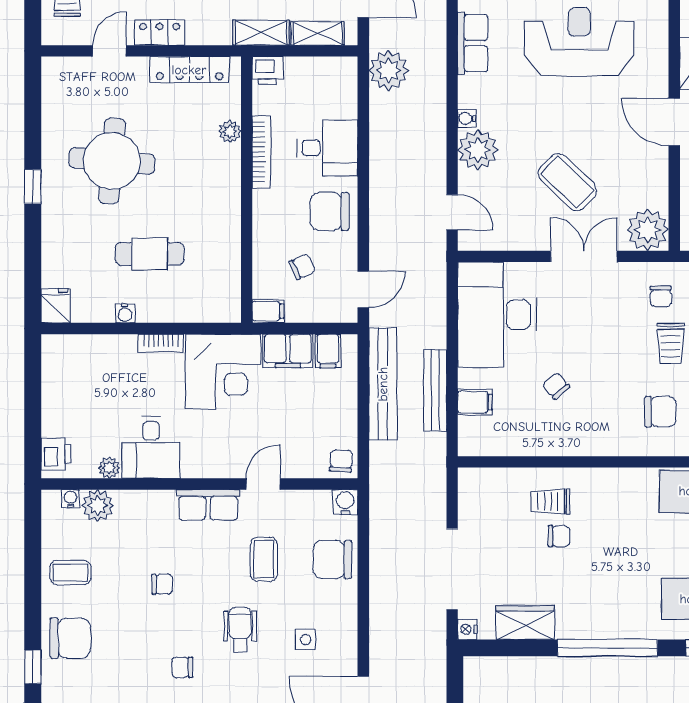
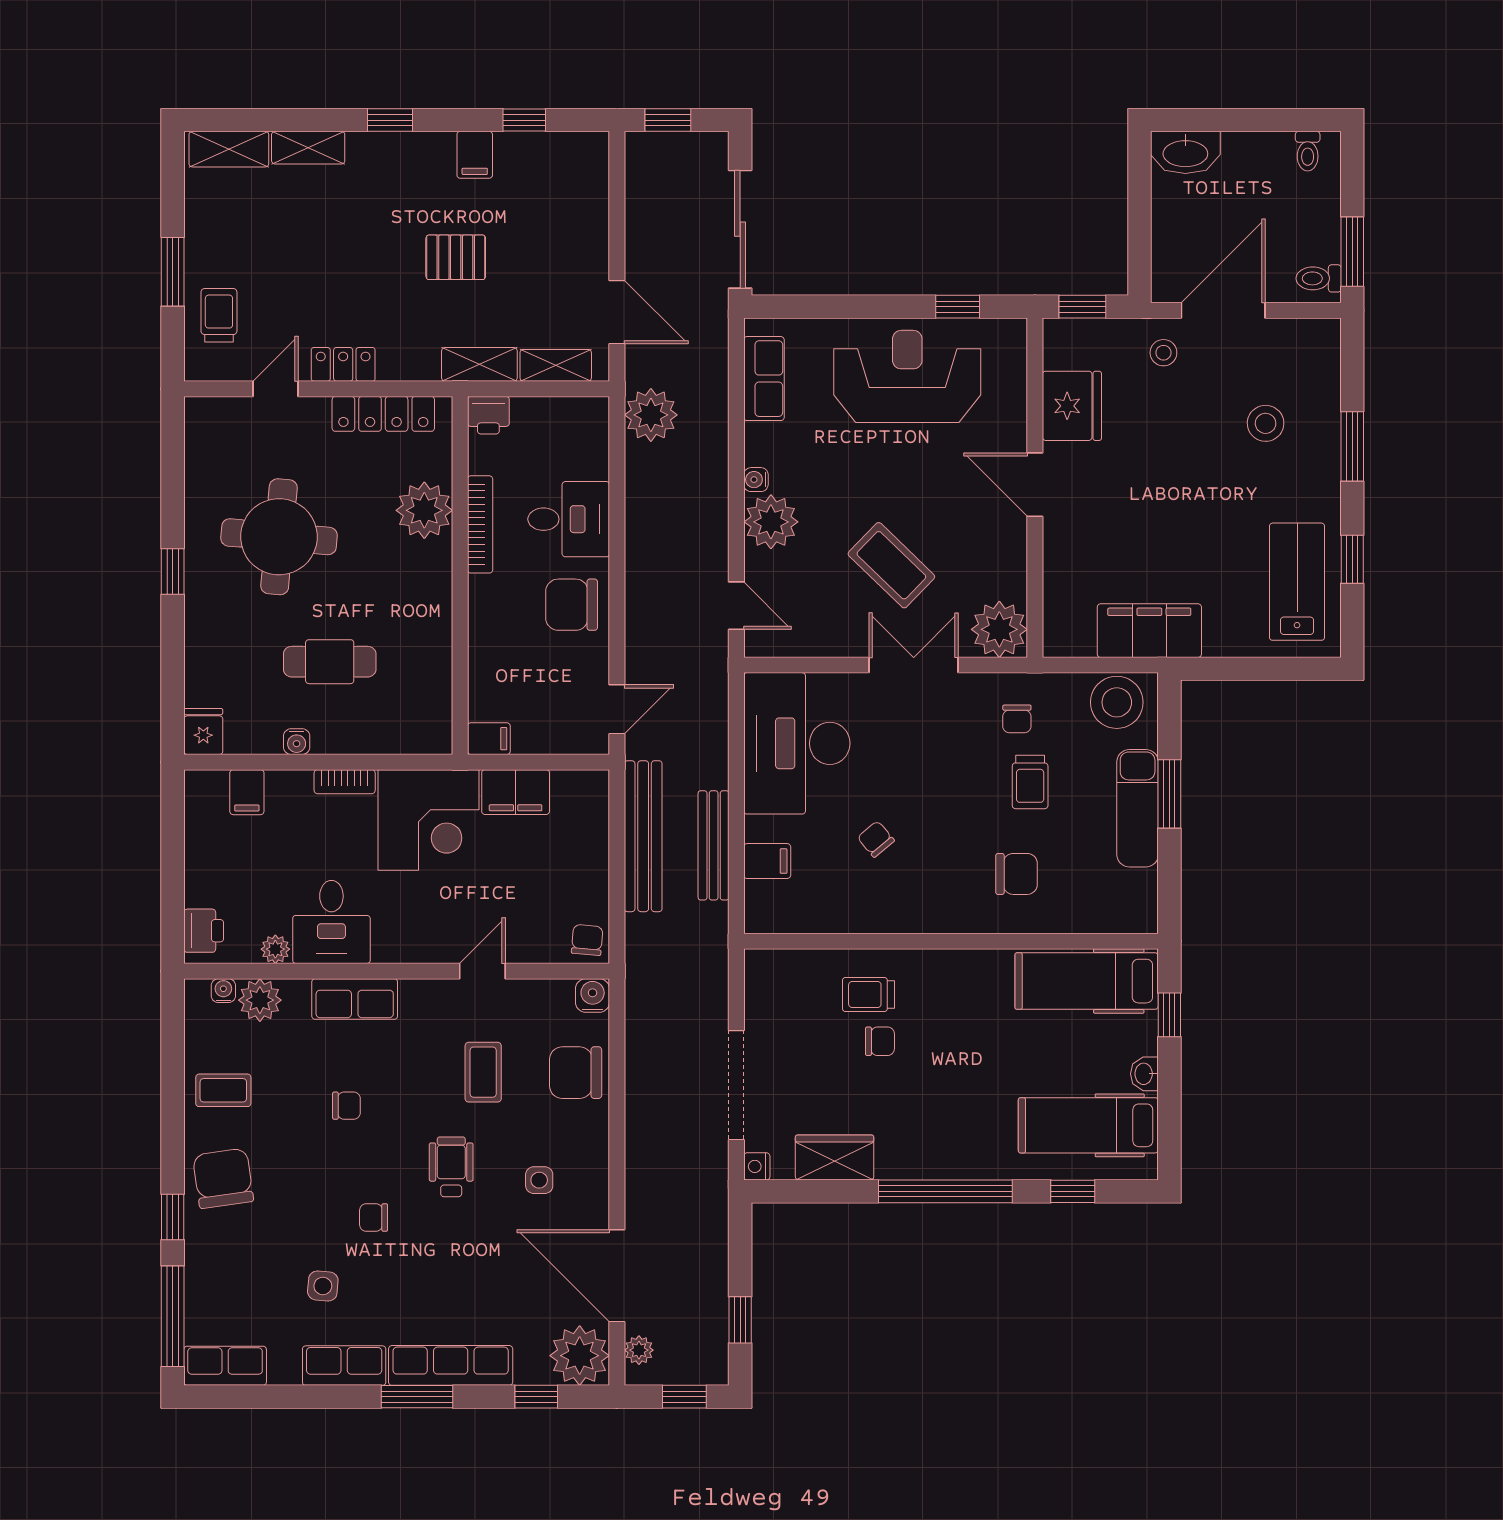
plant: (230, 131) -> (424, 510), width x1.88, depth x1.88
chair: (302, 267) -> (535, 679), removed
filing cabinet: (328, 351) -> (247, 792), moved
row of seats: (208, 505) -> (355, 999), moved
chair: (70, 638) -> (223, 1178), turned -98

